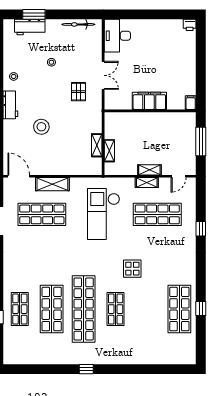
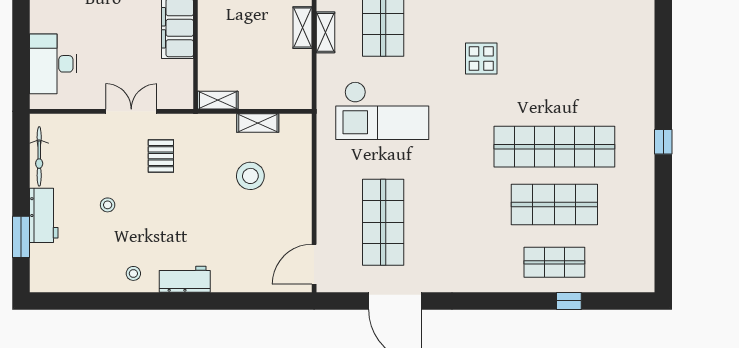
workbench: (30, 27) -> (44, 215), moved
desk: (117, 36) -> (53, 64), moved, turned 90
pallet: (78, 92) -> (161, 156), turned 90
stool: (41, 127) -> (250, 176), moved
shelving: (109, 151) -> (218, 100), moved
shelving: (52, 184) -> (328, 203), removed
shop shelf: (116, 309) -> (554, 89), removed

